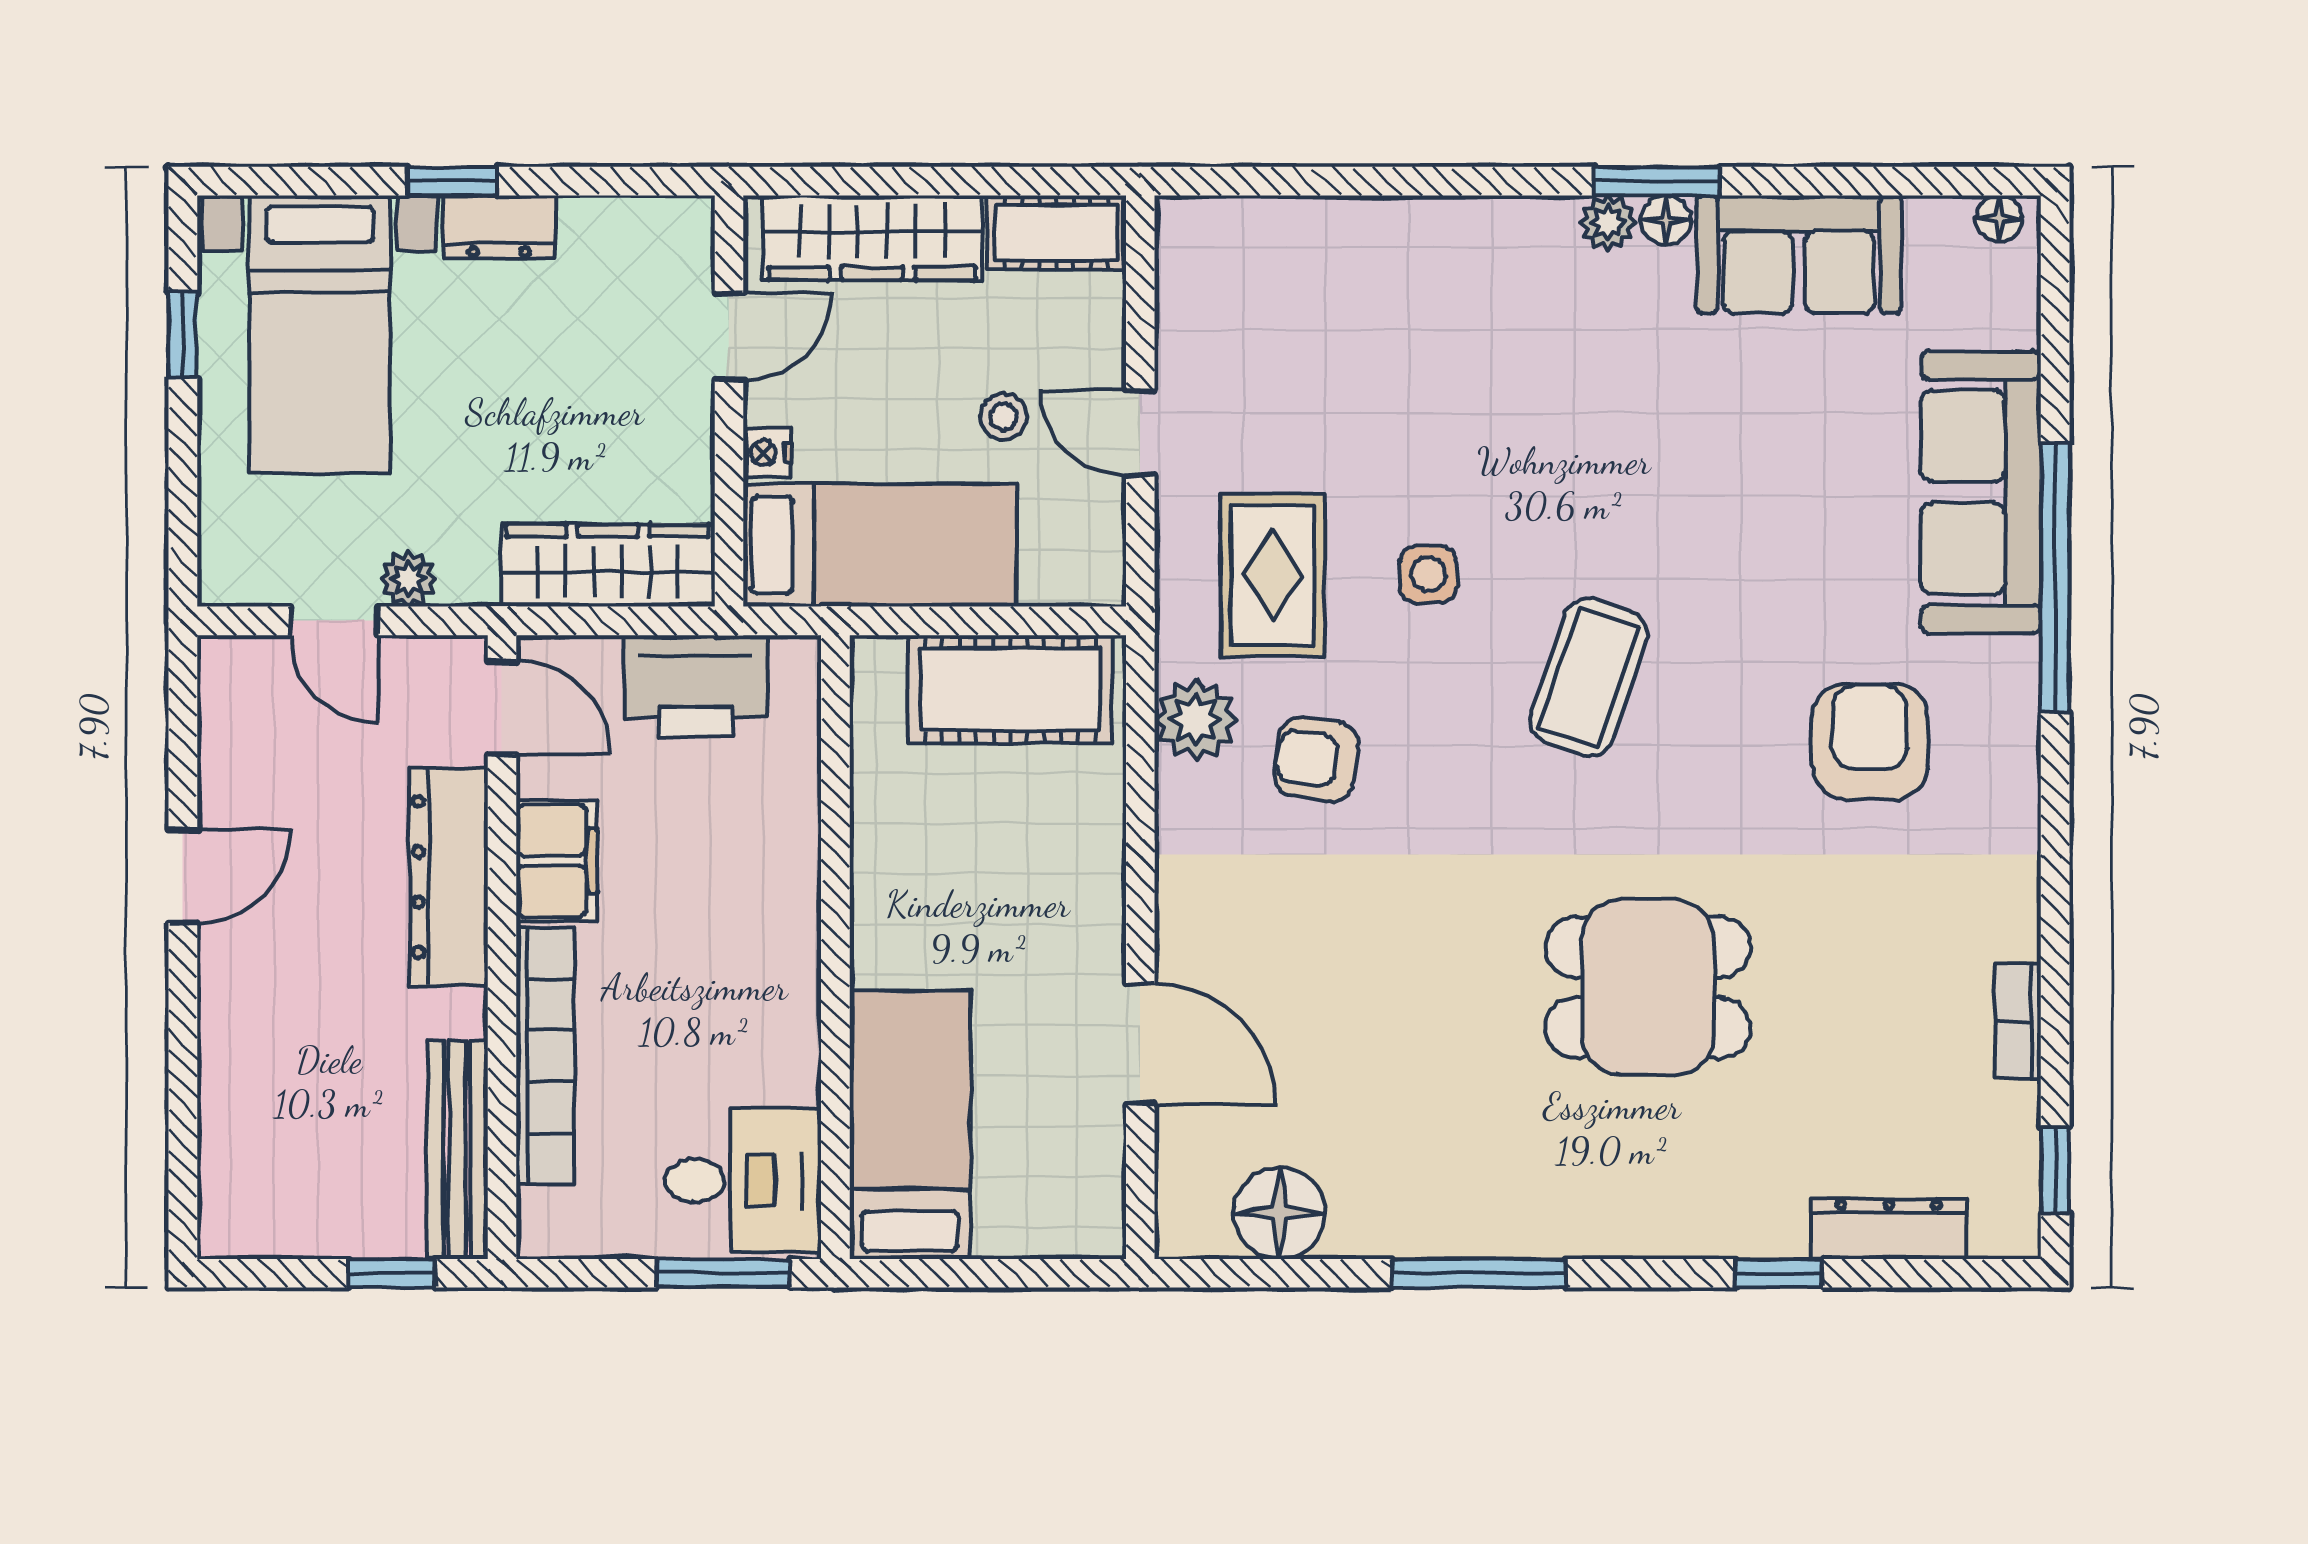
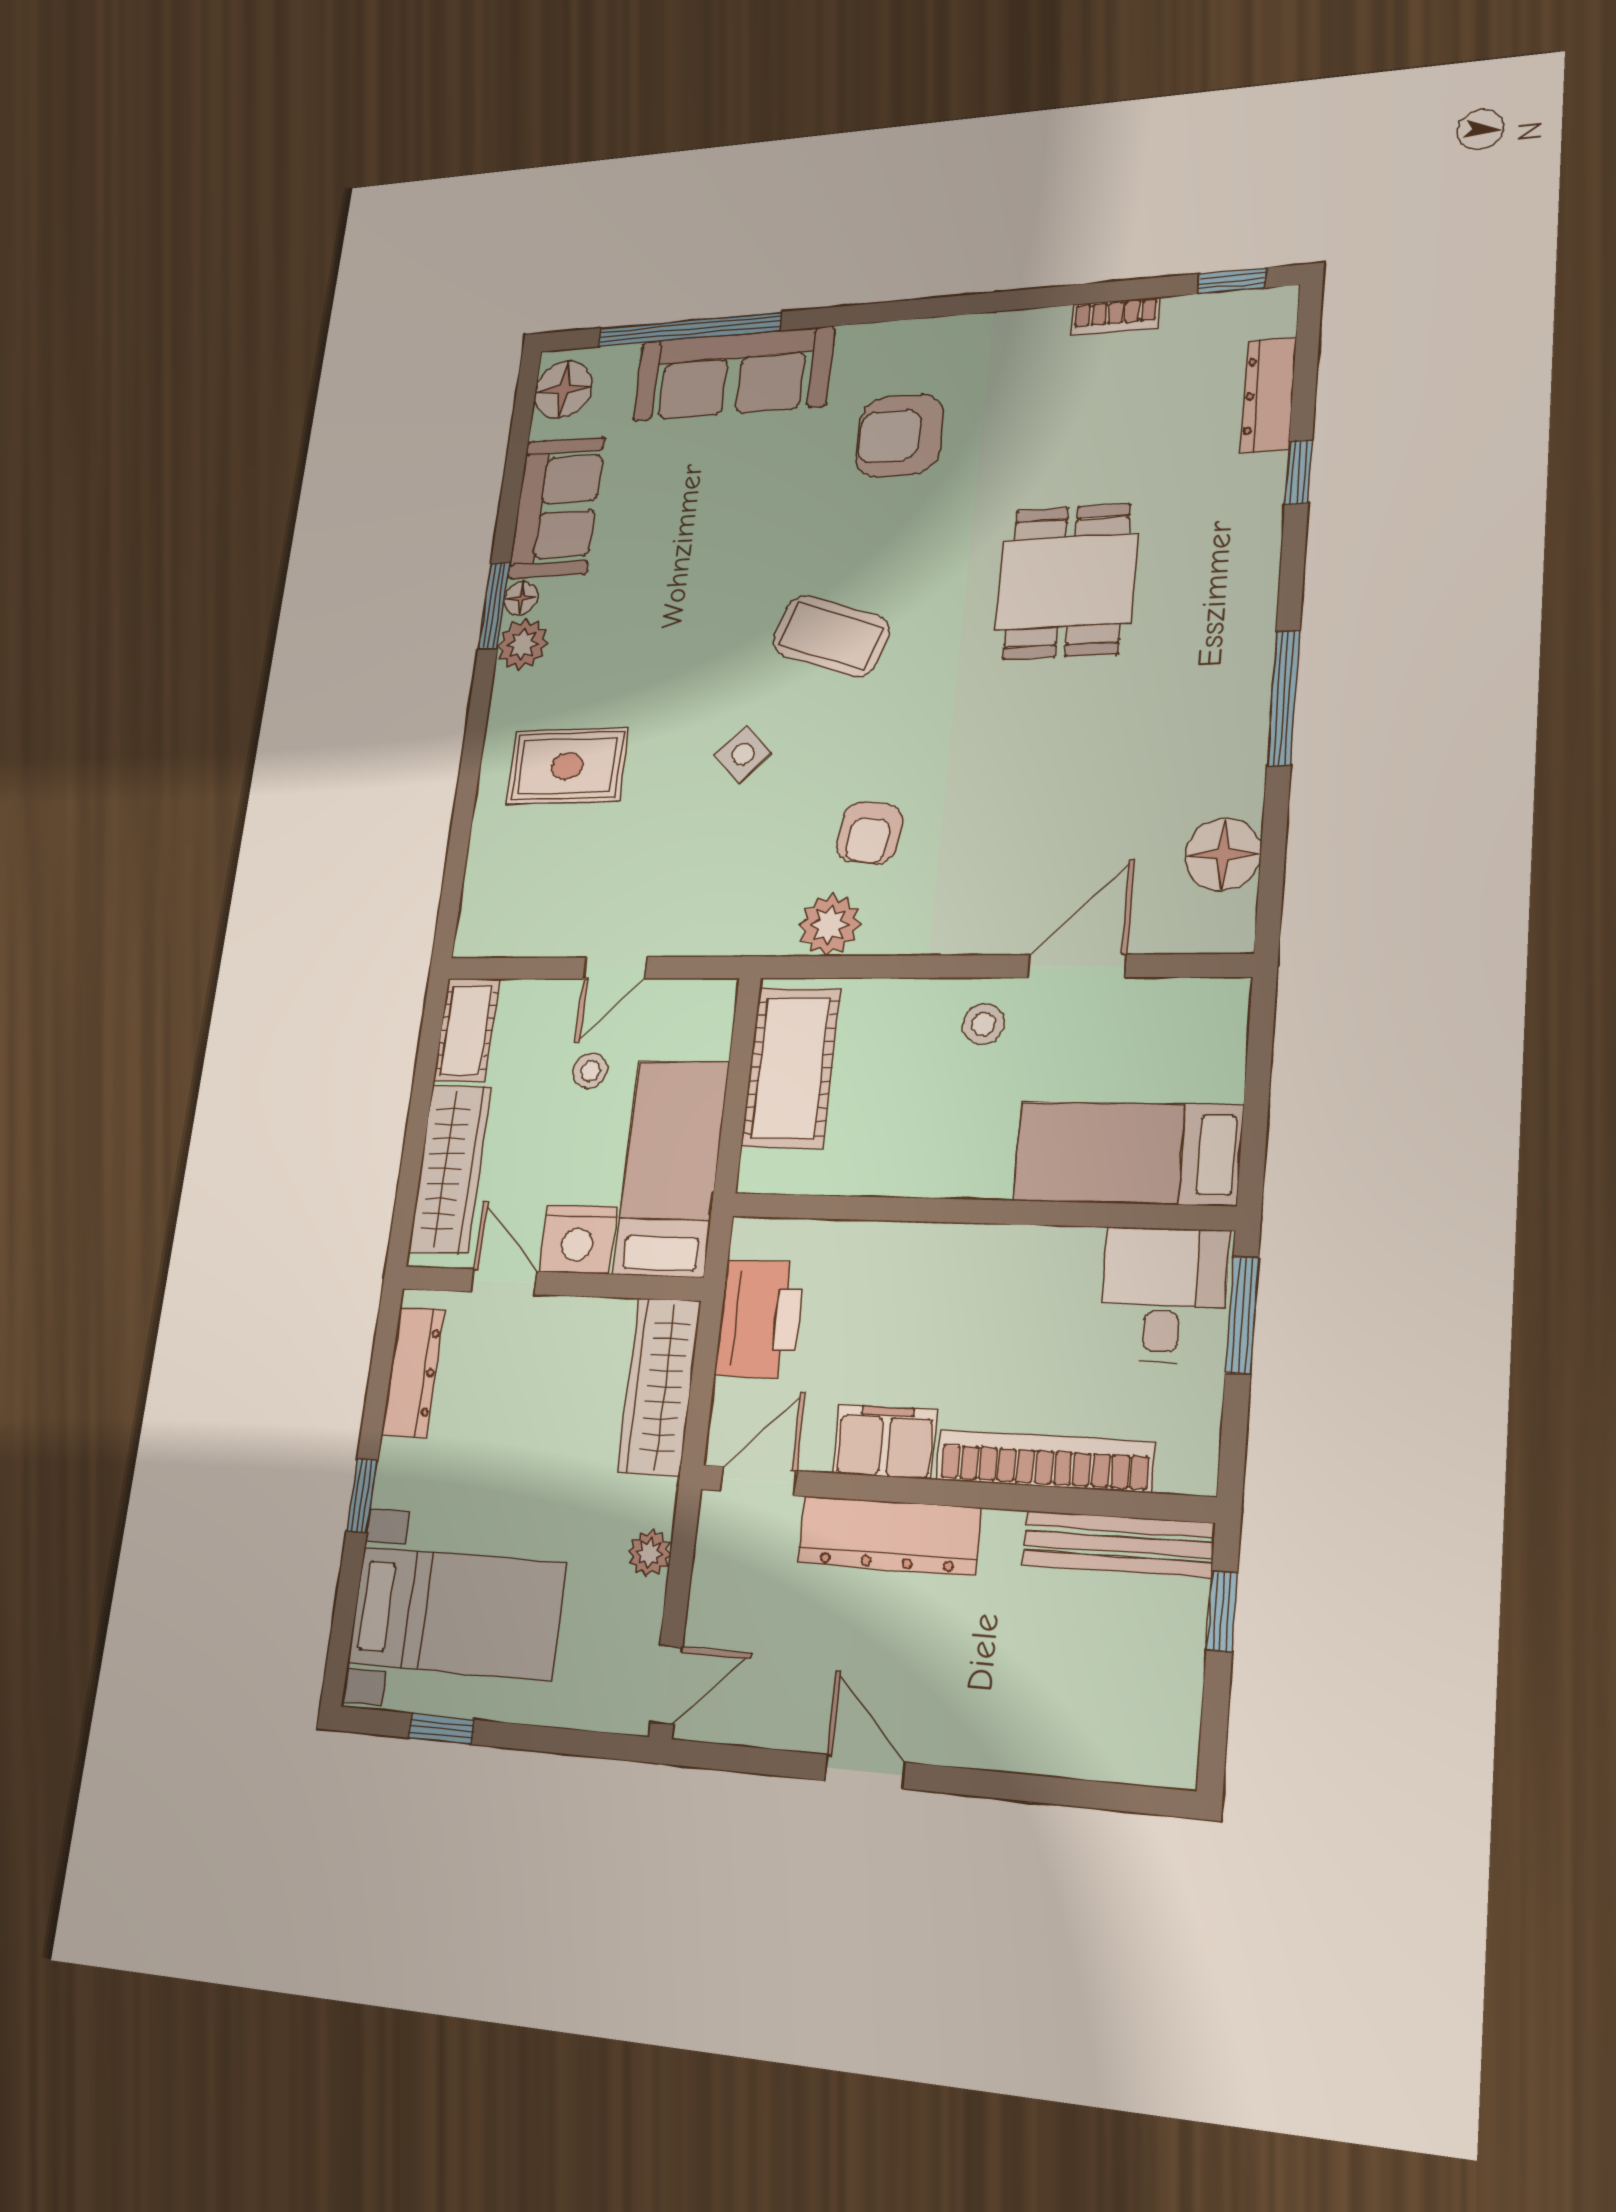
floor lamp: (1999, 218) -> (563, 390), width x1.89, depth x1.89
plant: (1608, 223) -> (523, 644), width x1.38, depth x1.38
dresser: (499, 227) -> (413, 1372), moved, width x1.44
nightstand: (767, 453) -> (577, 1239), width x1.89, depth x1.79
side table: (1428, 574) -> (743, 754), turned 45
rug: (1272, 575) -> (567, 766), moved
window: (2055, 578) -> (689, 329), moved
door: (334, 621) -> (667, 1685), moved
stool: (1067, 933) -> (984, 1024), added

